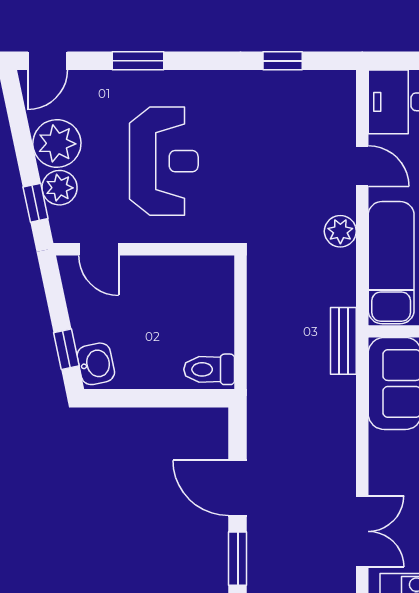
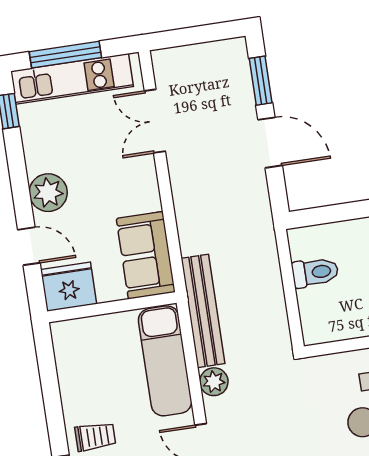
bench: (343, 341) -> (203, 311), width x1.86, depth x1.21
toilet: (209, 369) -> (315, 272), moved

